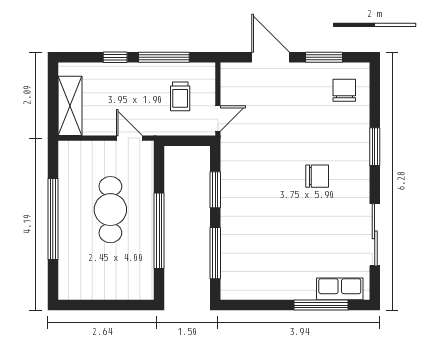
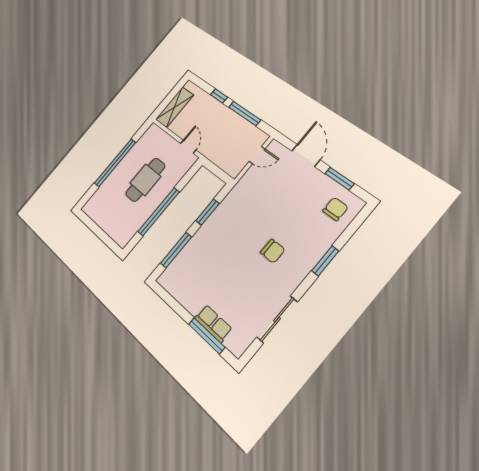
trolley: (180, 96) -> (235, 142), removed
door: (218, 119) -> (257, 155), moved
row of seats: (340, 289) -> (213, 324), moved

